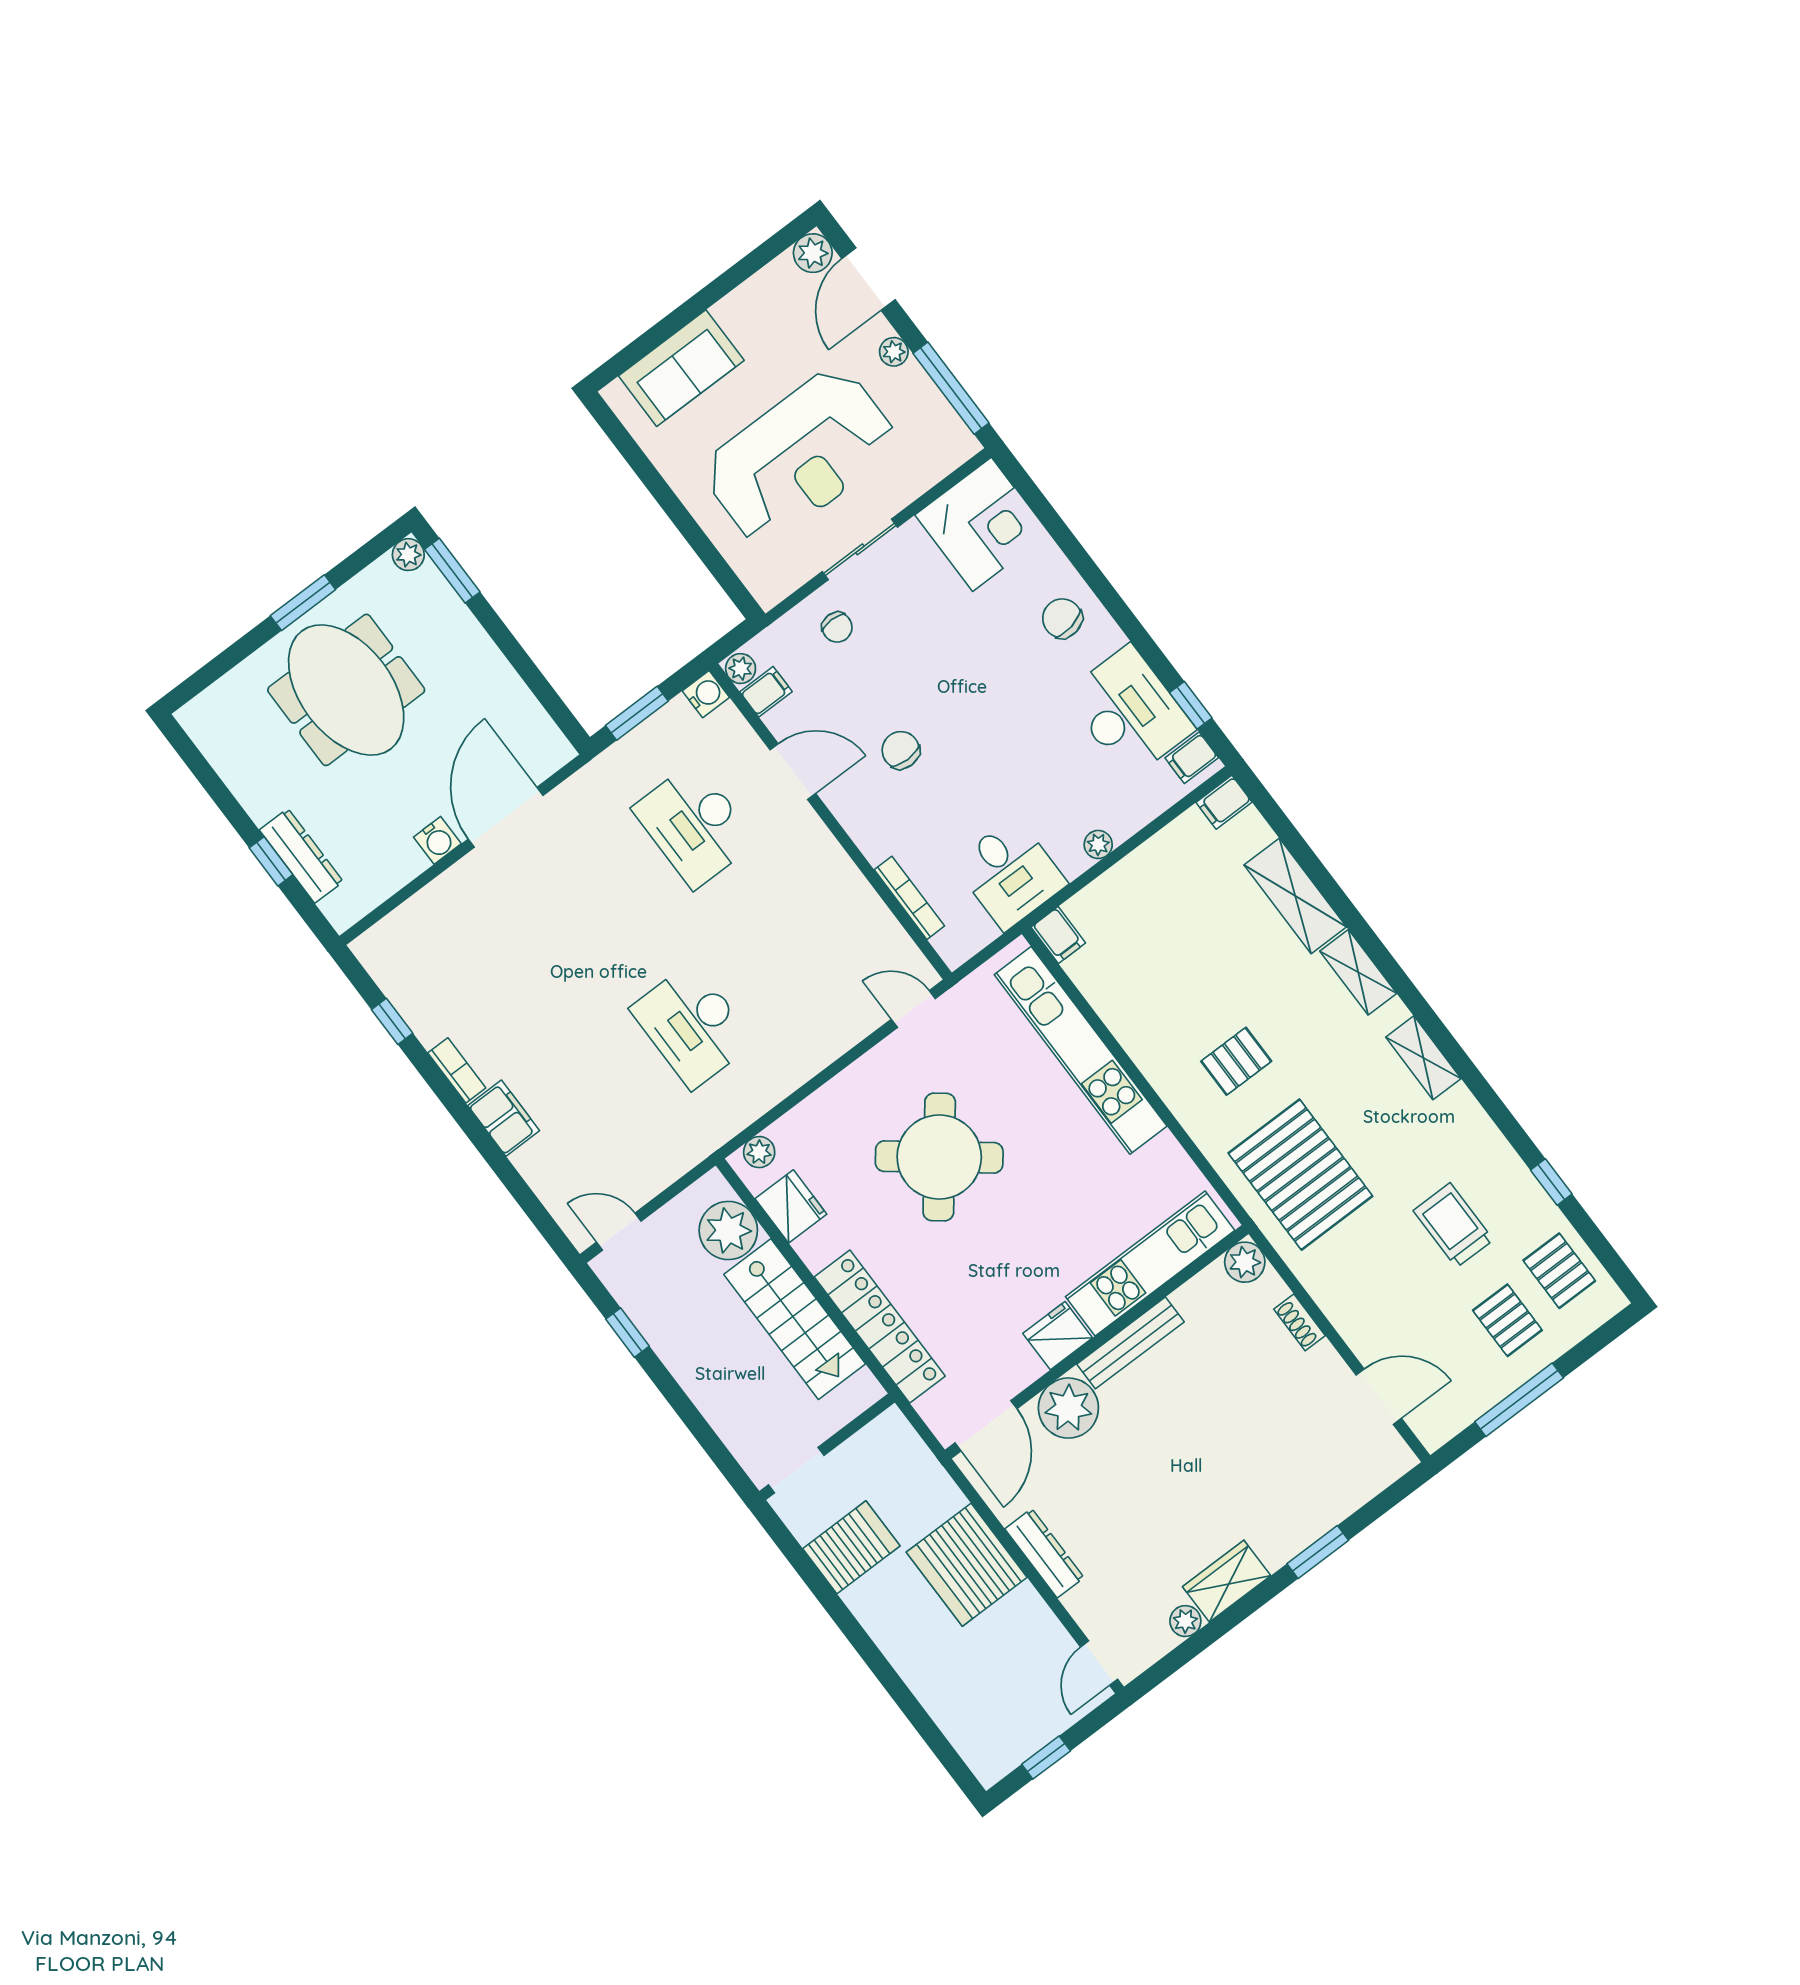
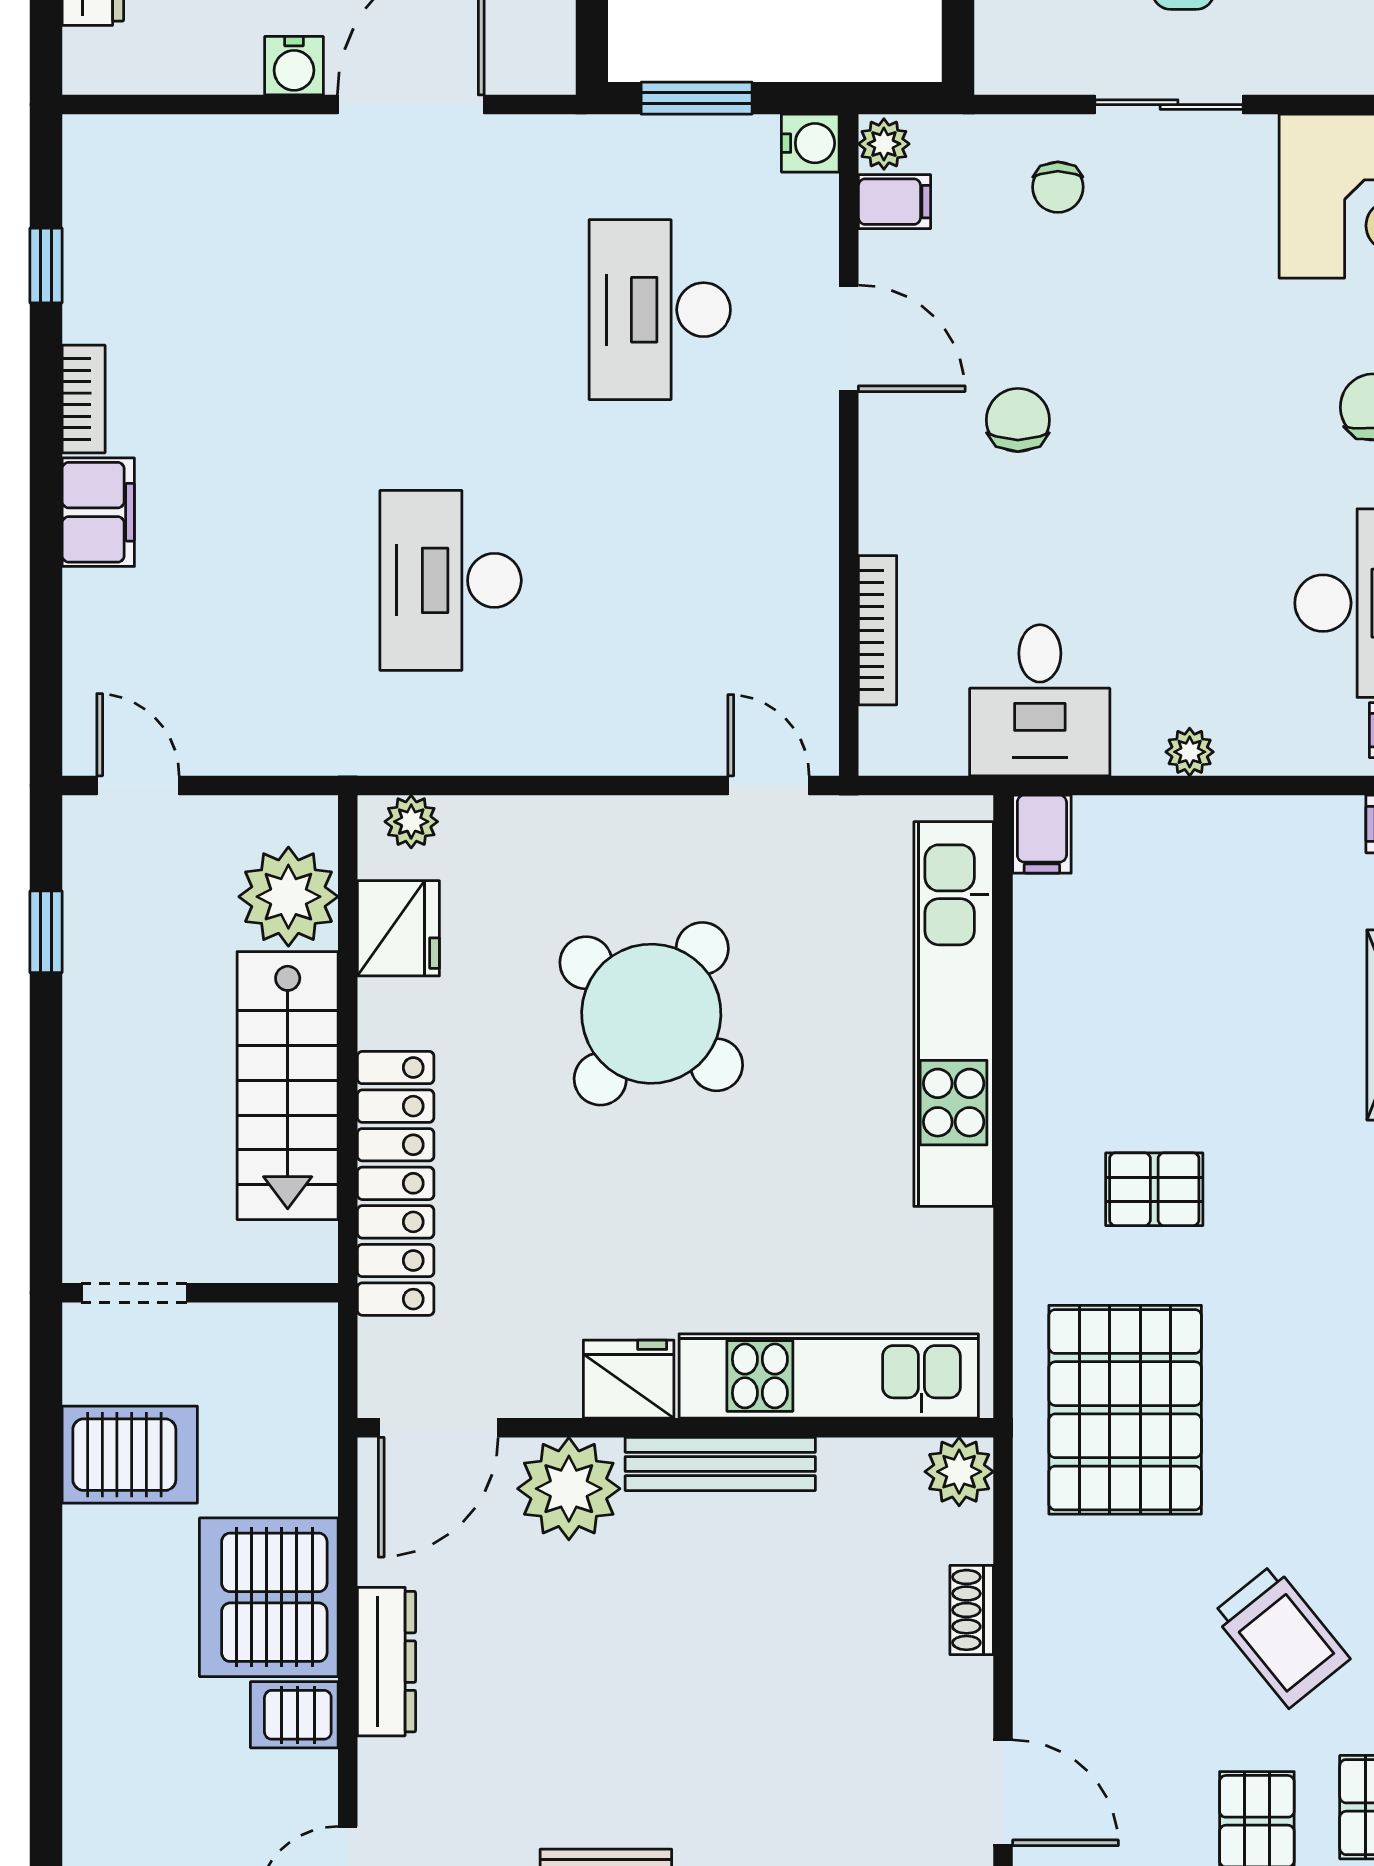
trolley: (1453, 1225) -> (1281, 1636), turned 141
server rack: (1020, 1611) -> (294, 1715), added

